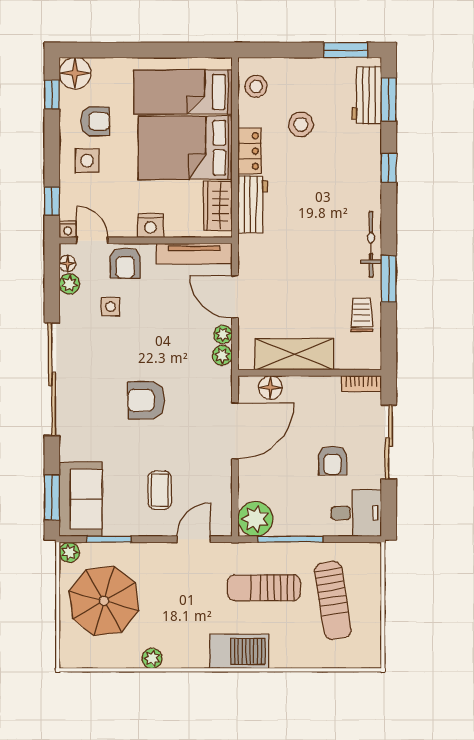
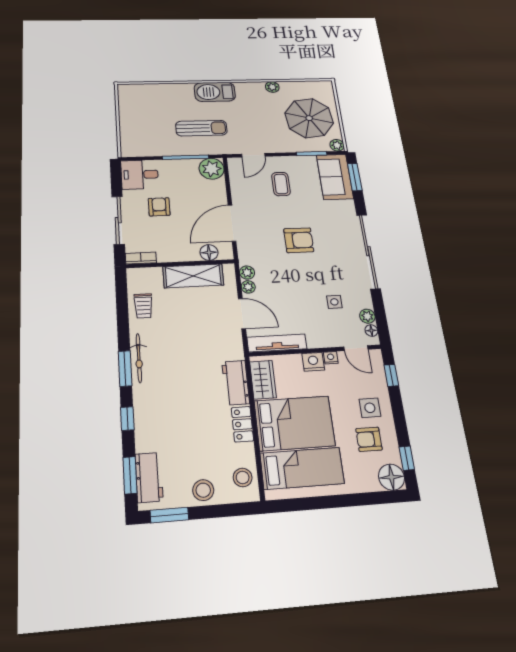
stool: (301, 124) -> (203, 490), moved
nightstand: (68, 230) -> (331, 358), moved
armchair: (125, 263) -> (328, 333), removed
window: (389, 279) -> (125, 368), moved
sun lounger: (333, 600) -> (153, 122), removed

